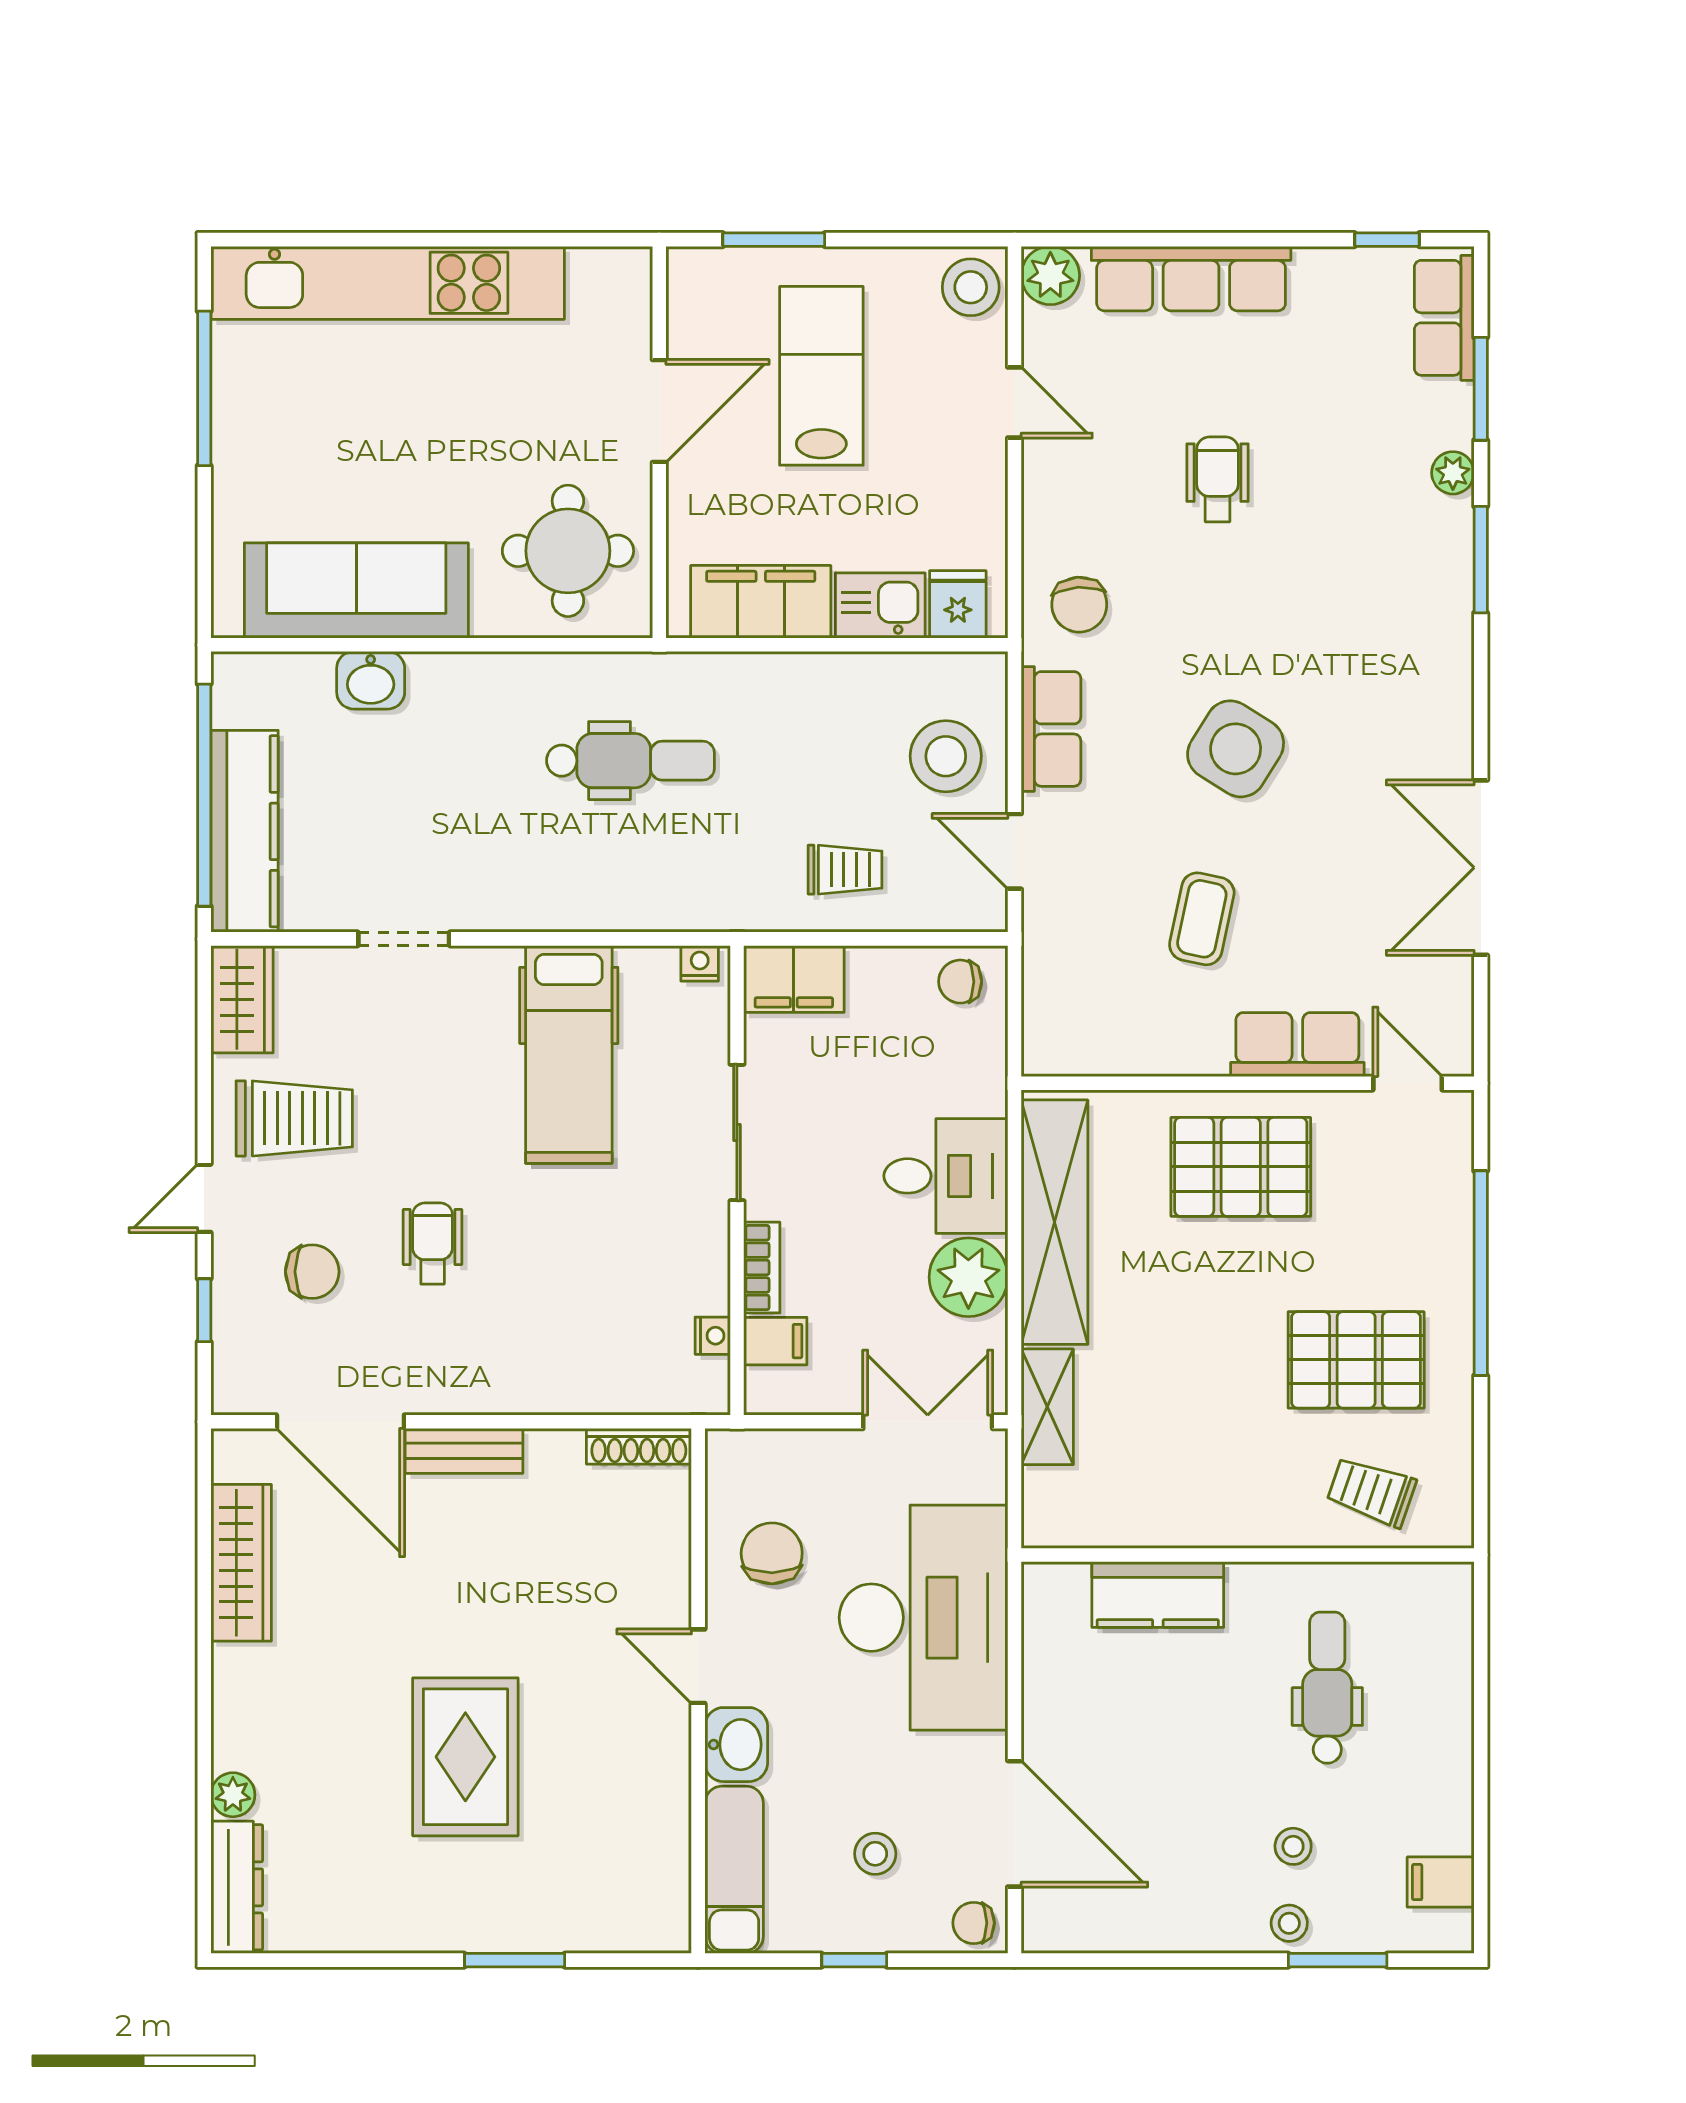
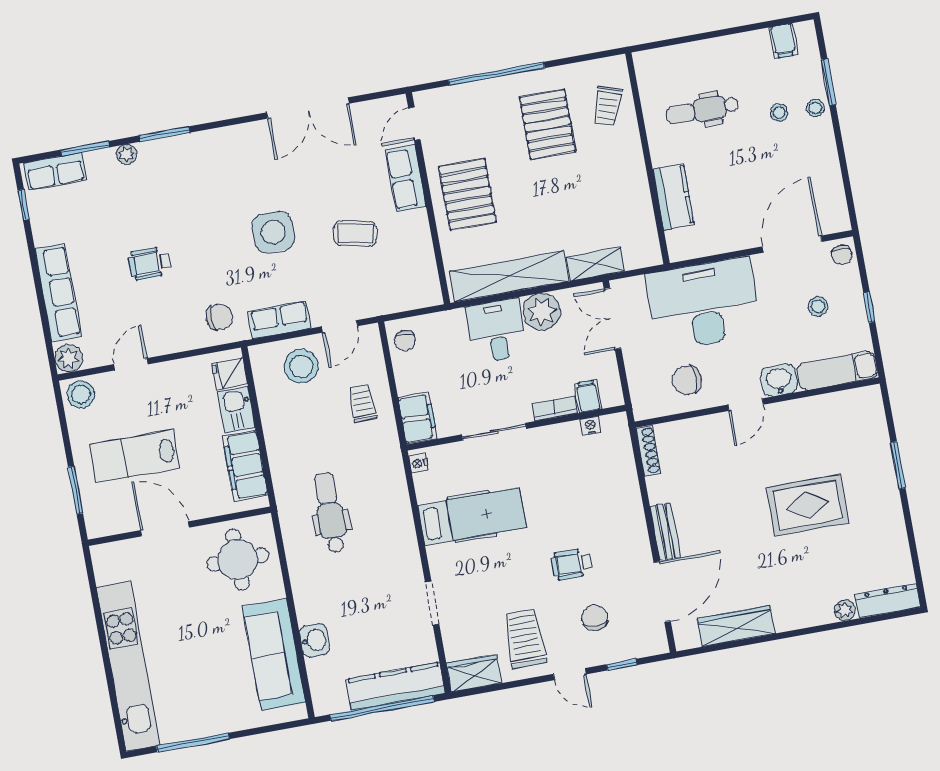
side table: (1236, 749) -> (273, 232), turned -32

